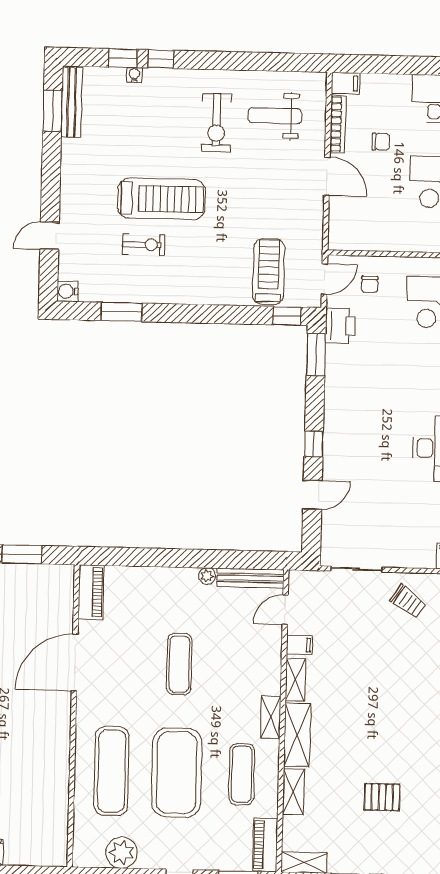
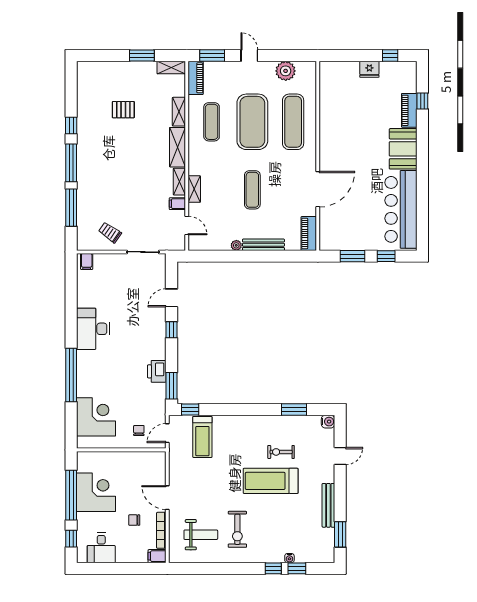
bench: (72, 102) -> (328, 505), moved
exercise bike: (216, 123) -> (237, 529), turned 180
printer: (340, 326) -> (157, 371), moved
bench: (250, 578) -> (263, 245), moved
door: (285, 610) -> (187, 225), hinge flipped
shelving: (271, 717) -> (194, 189), moved

